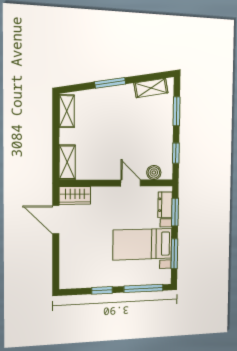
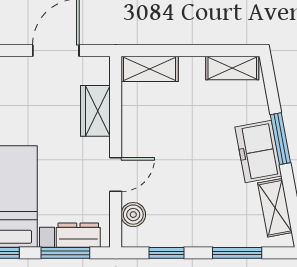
freezer: (118, 97) -> (258, 151), added
wardrobe: (75, 195) -> (95, 111), moved

